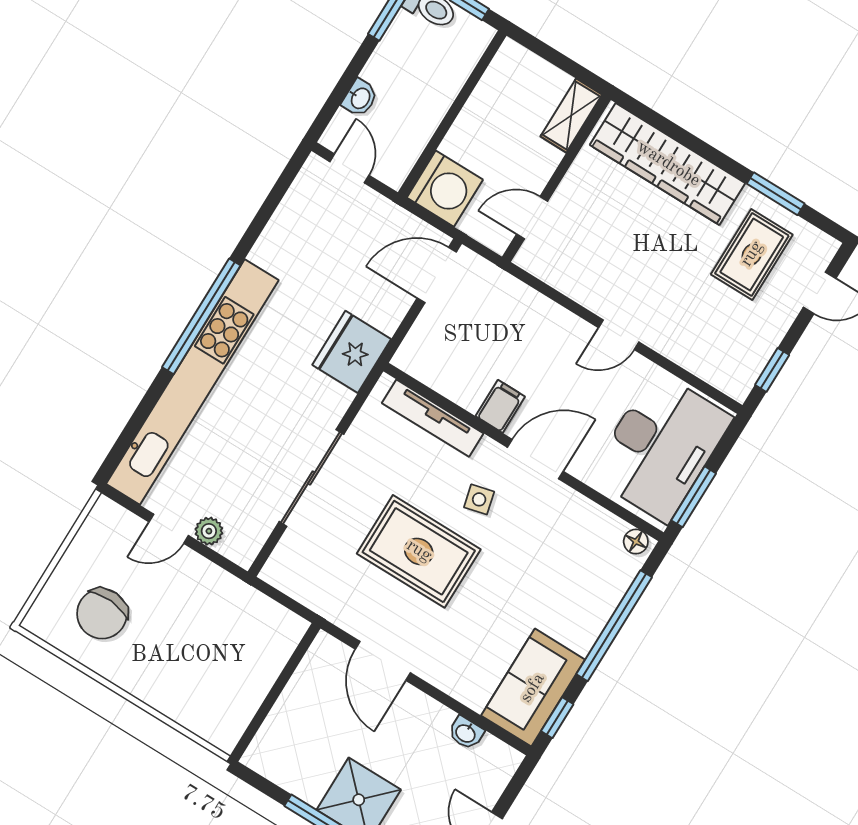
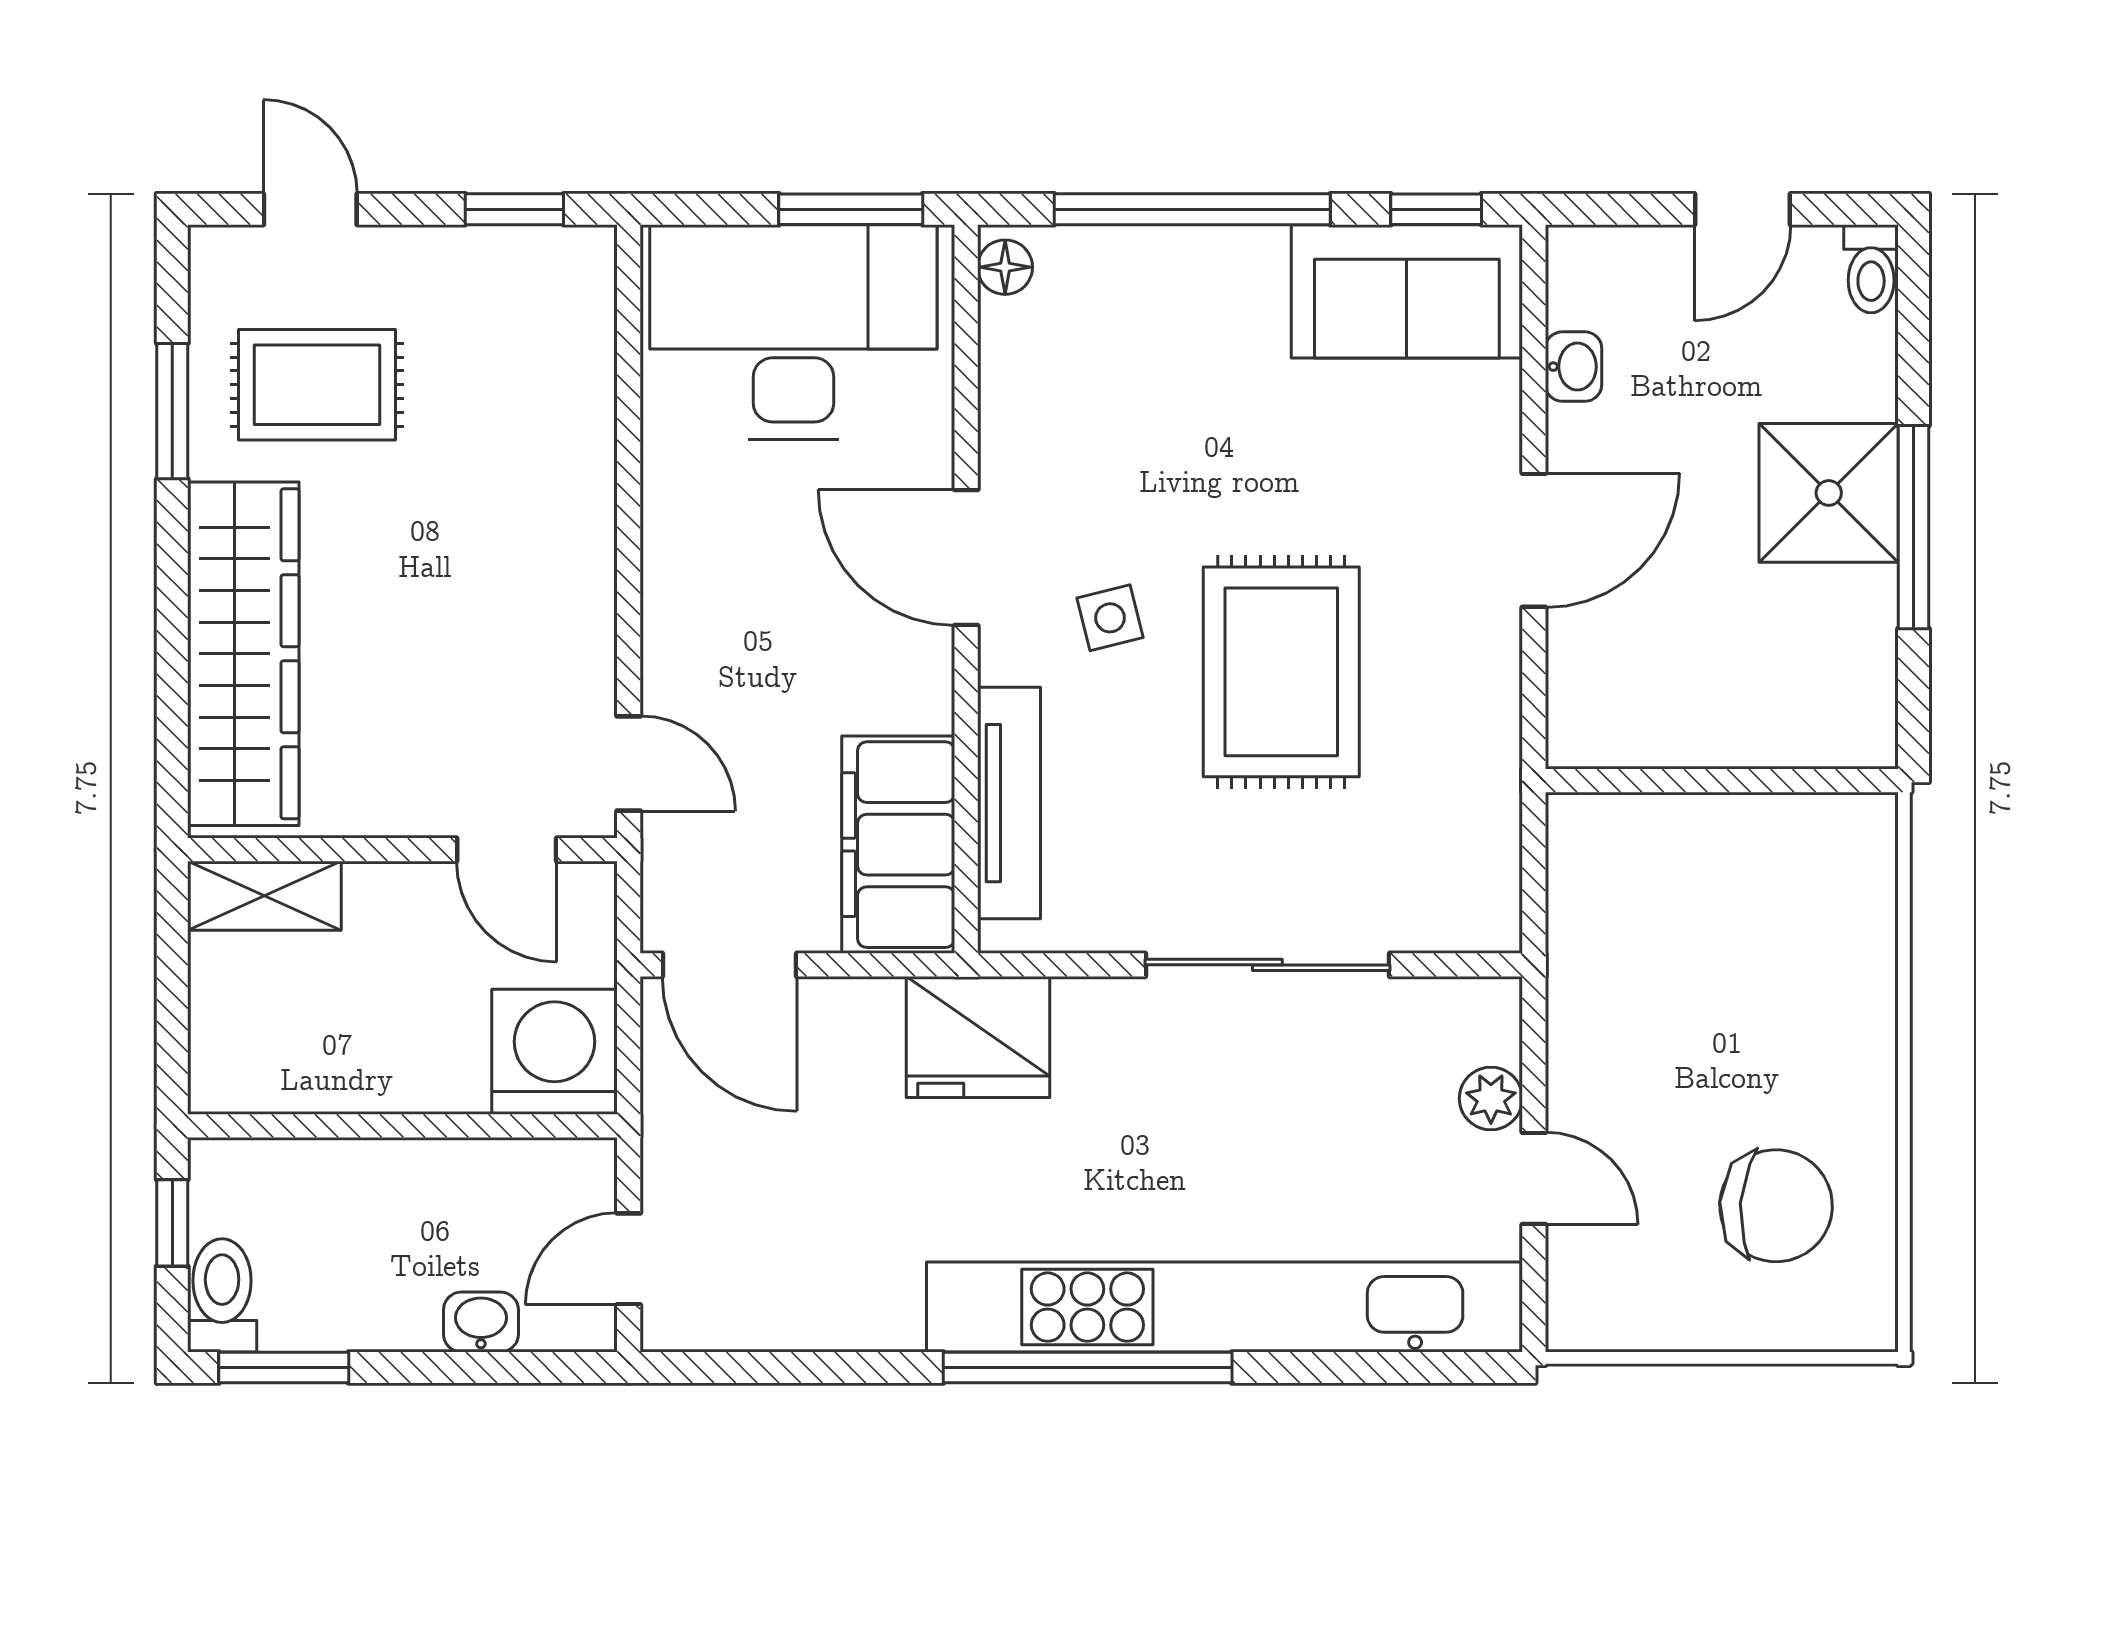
door: (619, 335) -> (629, 763), moved
filing cabinet: (500, 406) -> (898, 845), moved, width x3.00, depth x1.17
door: (383, 661) -> (1534, 540), moved

